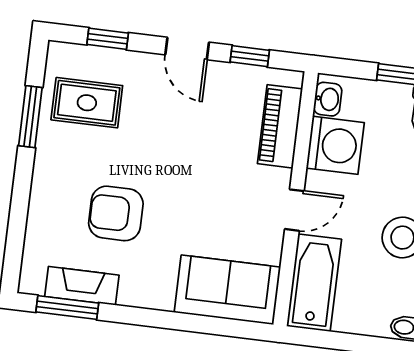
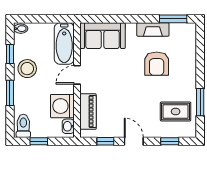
armchair: (116, 213) -> (157, 64), turned 90
fireplace: (82, 286) -> (153, 29), moved

